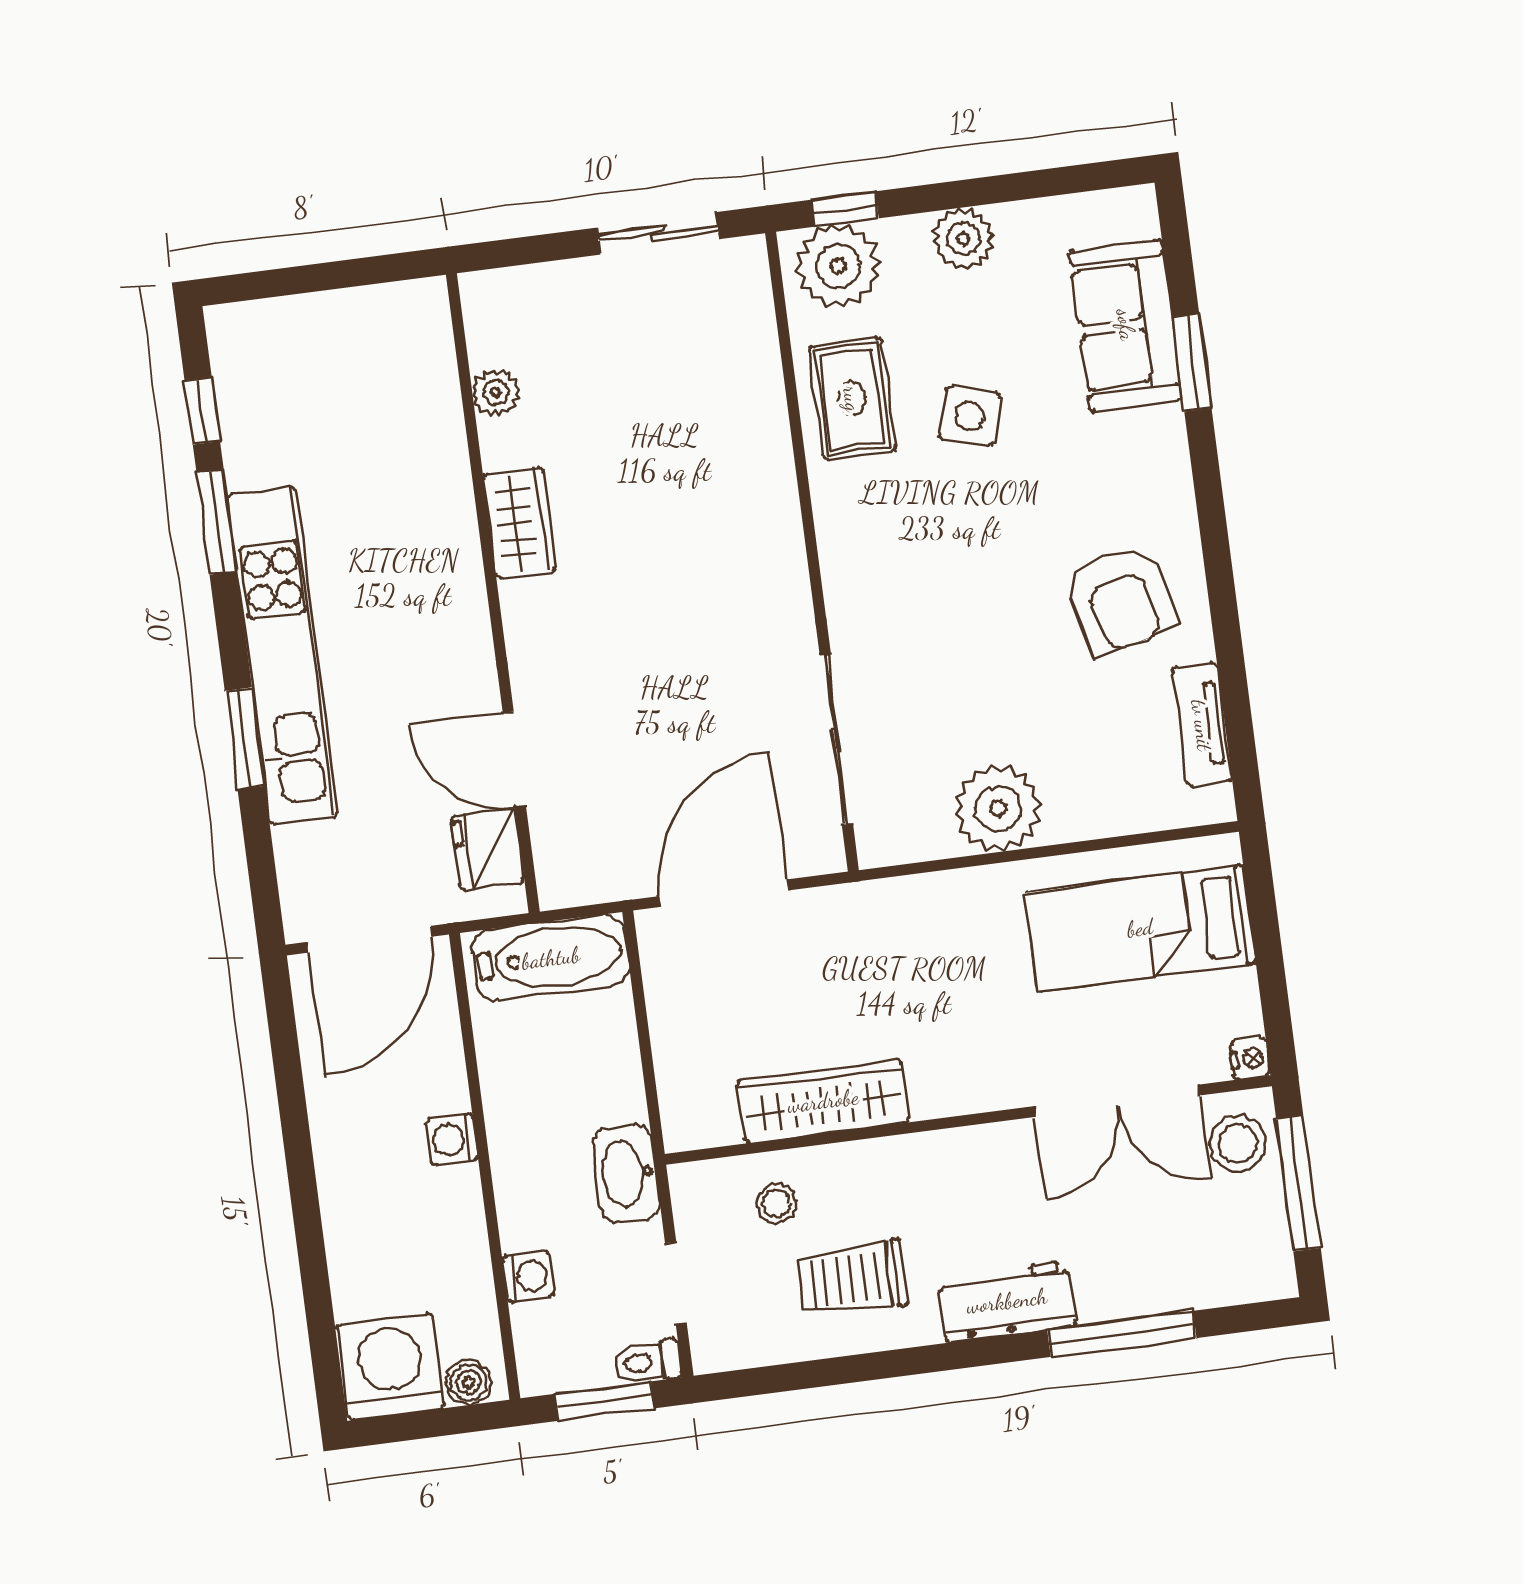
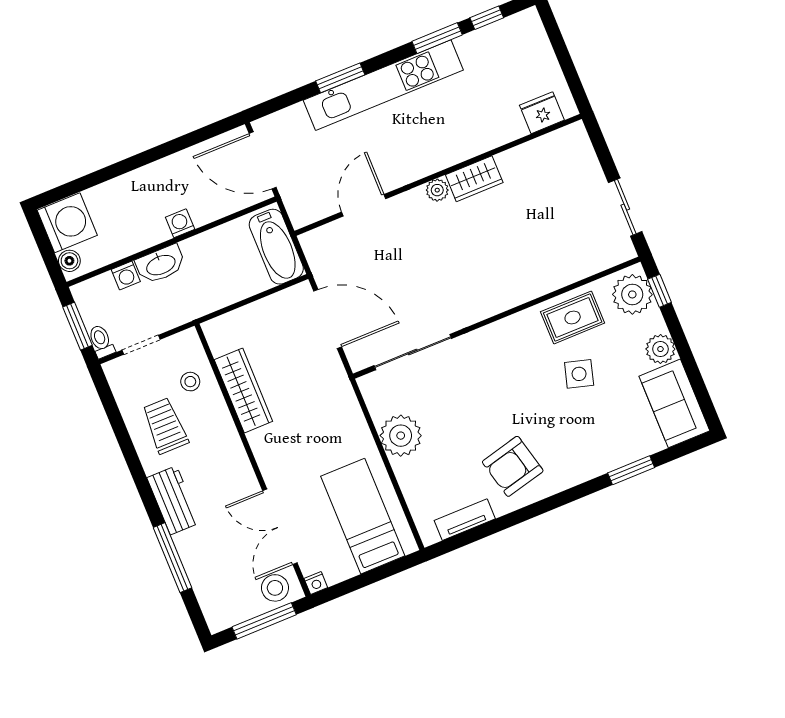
sofa: (1126, 325) -> (674, 403), moved, turned -90
plant: (496, 392) -> (437, 190), moved
fridge: (488, 849) -> (542, 113), moved
washbasin: (627, 1174) -> (161, 264), moved, turned 180

